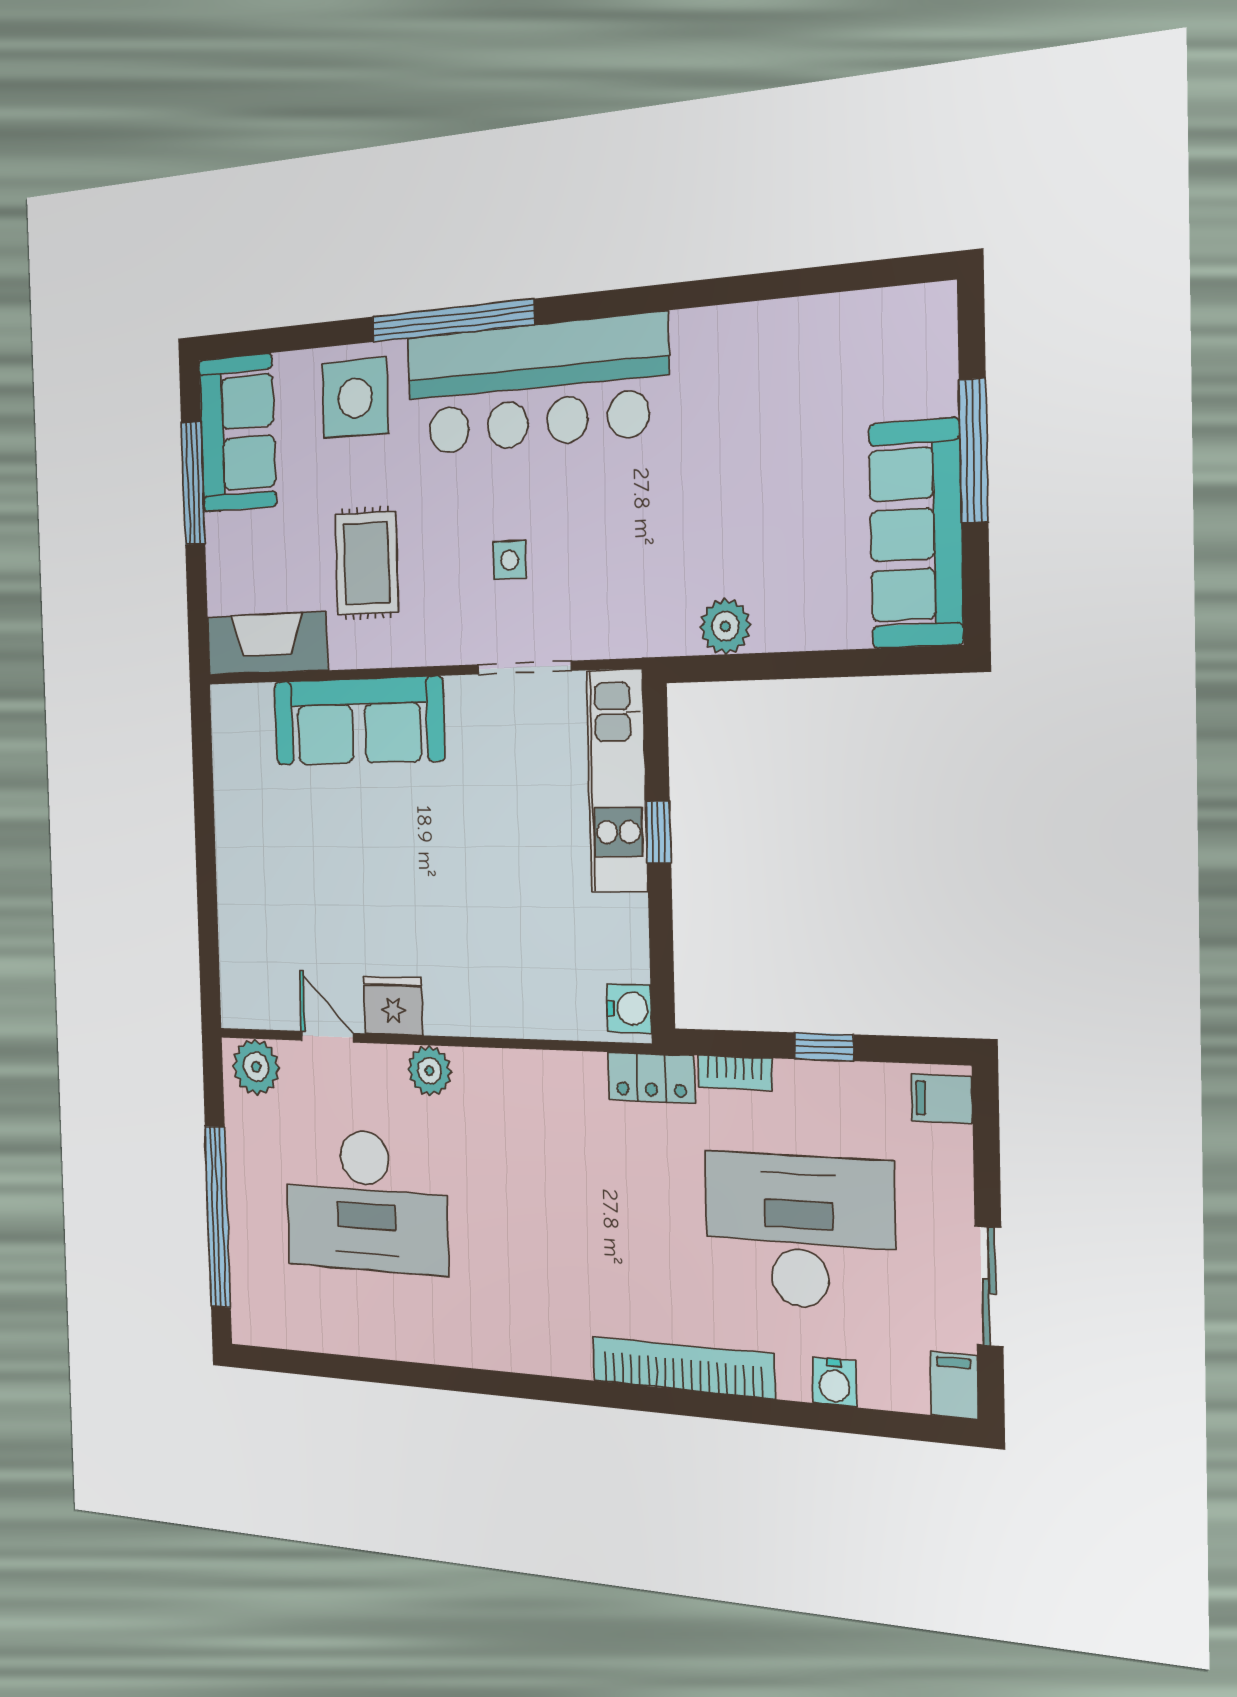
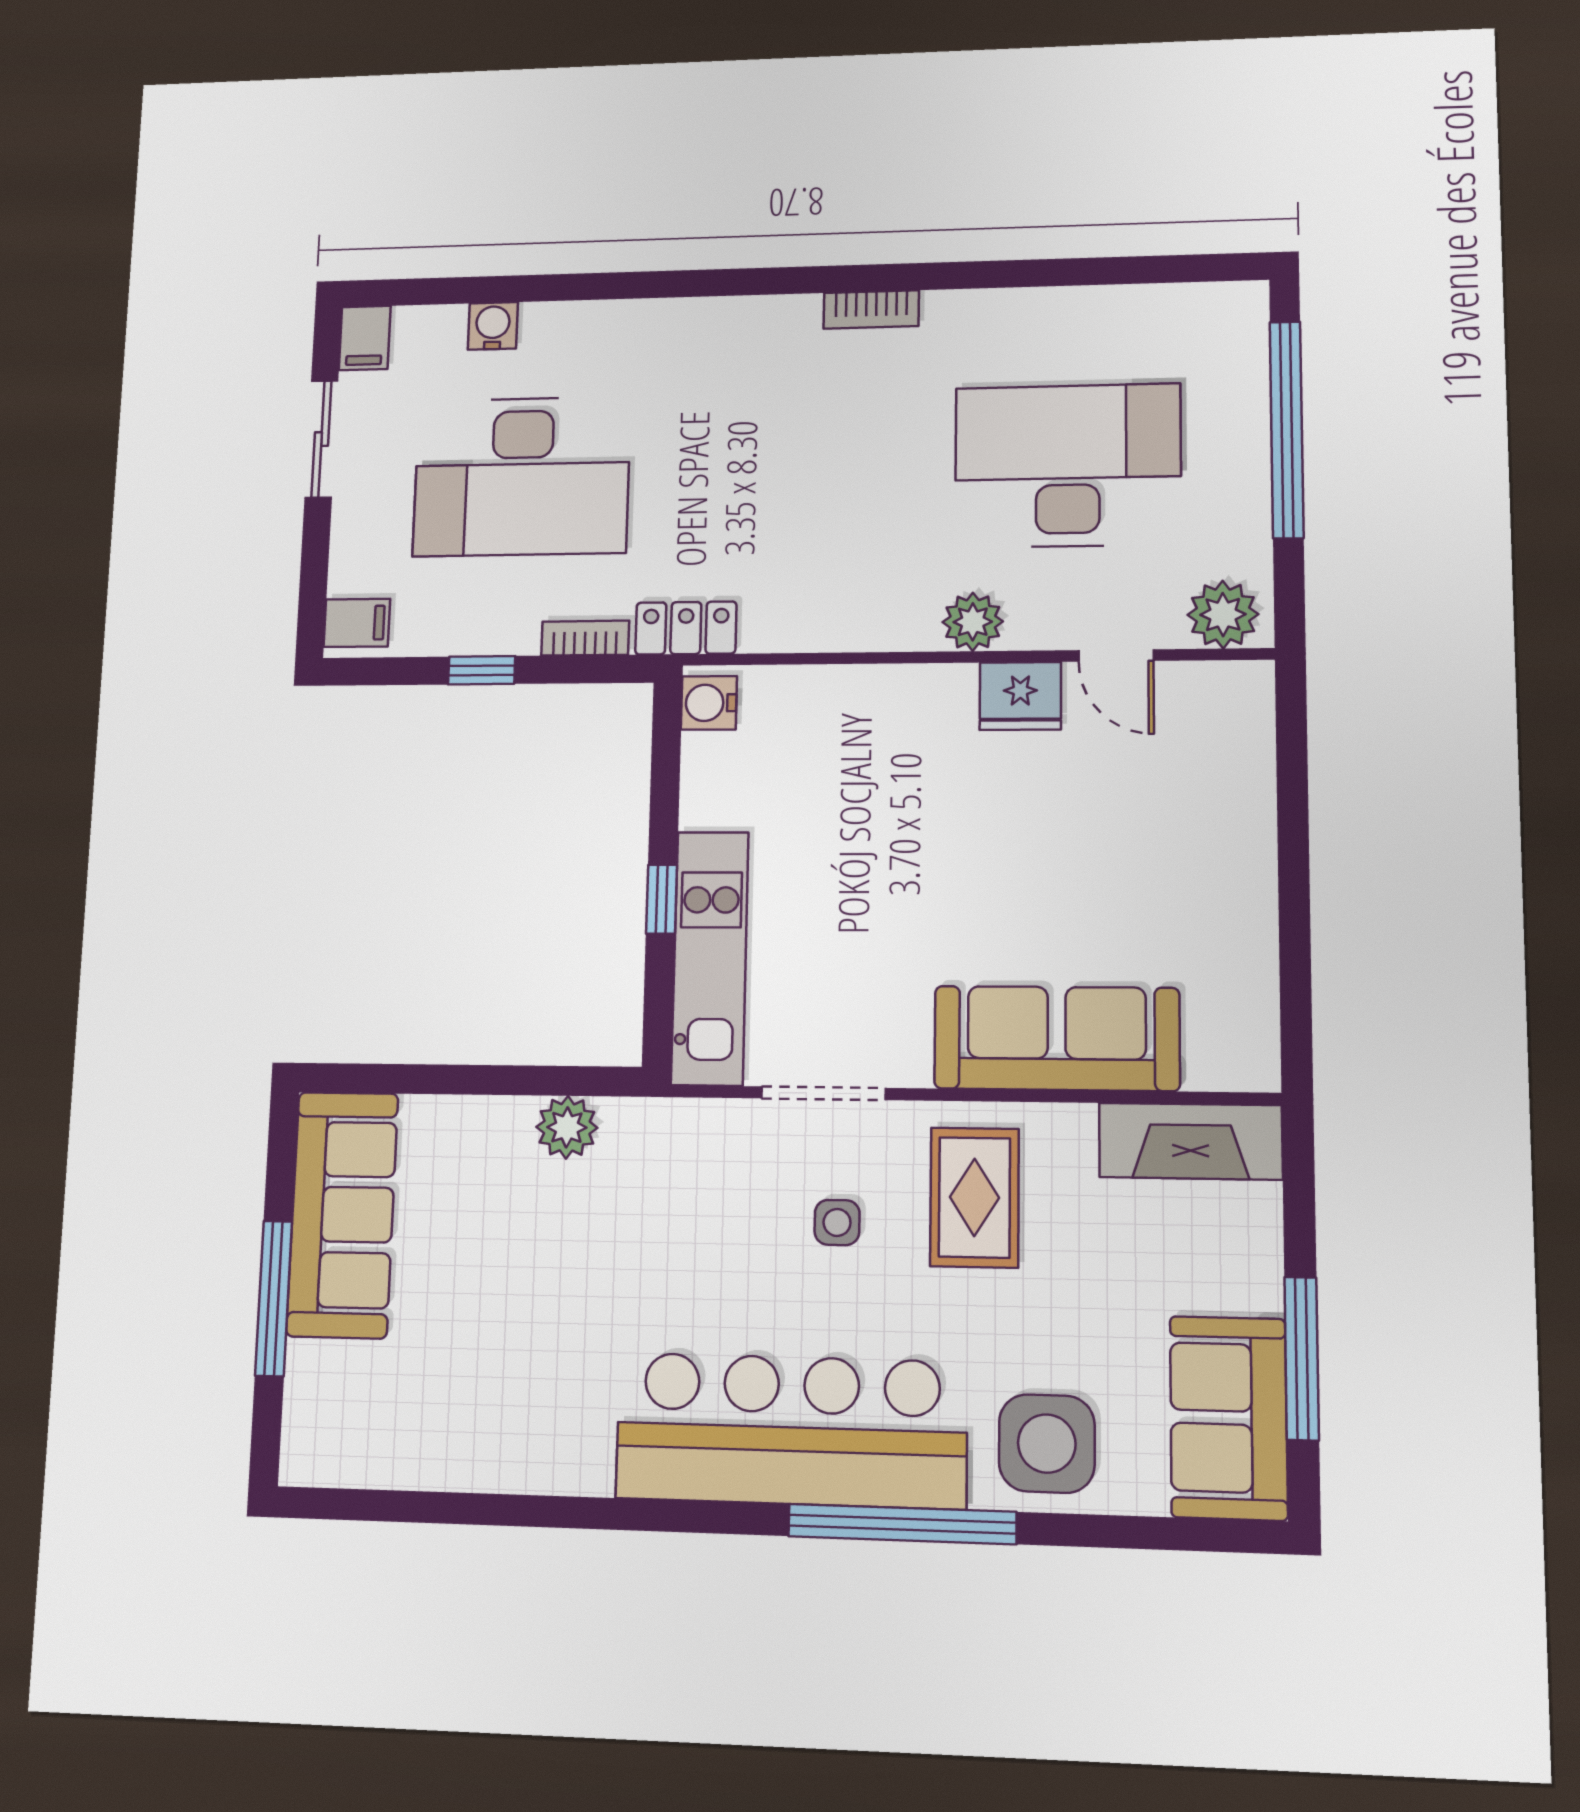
rug: (366, 563) -> (974, 1197), moved
bookcase: (682, 1367) -> (871, 309), moved, width x0.43, depth x0.76

